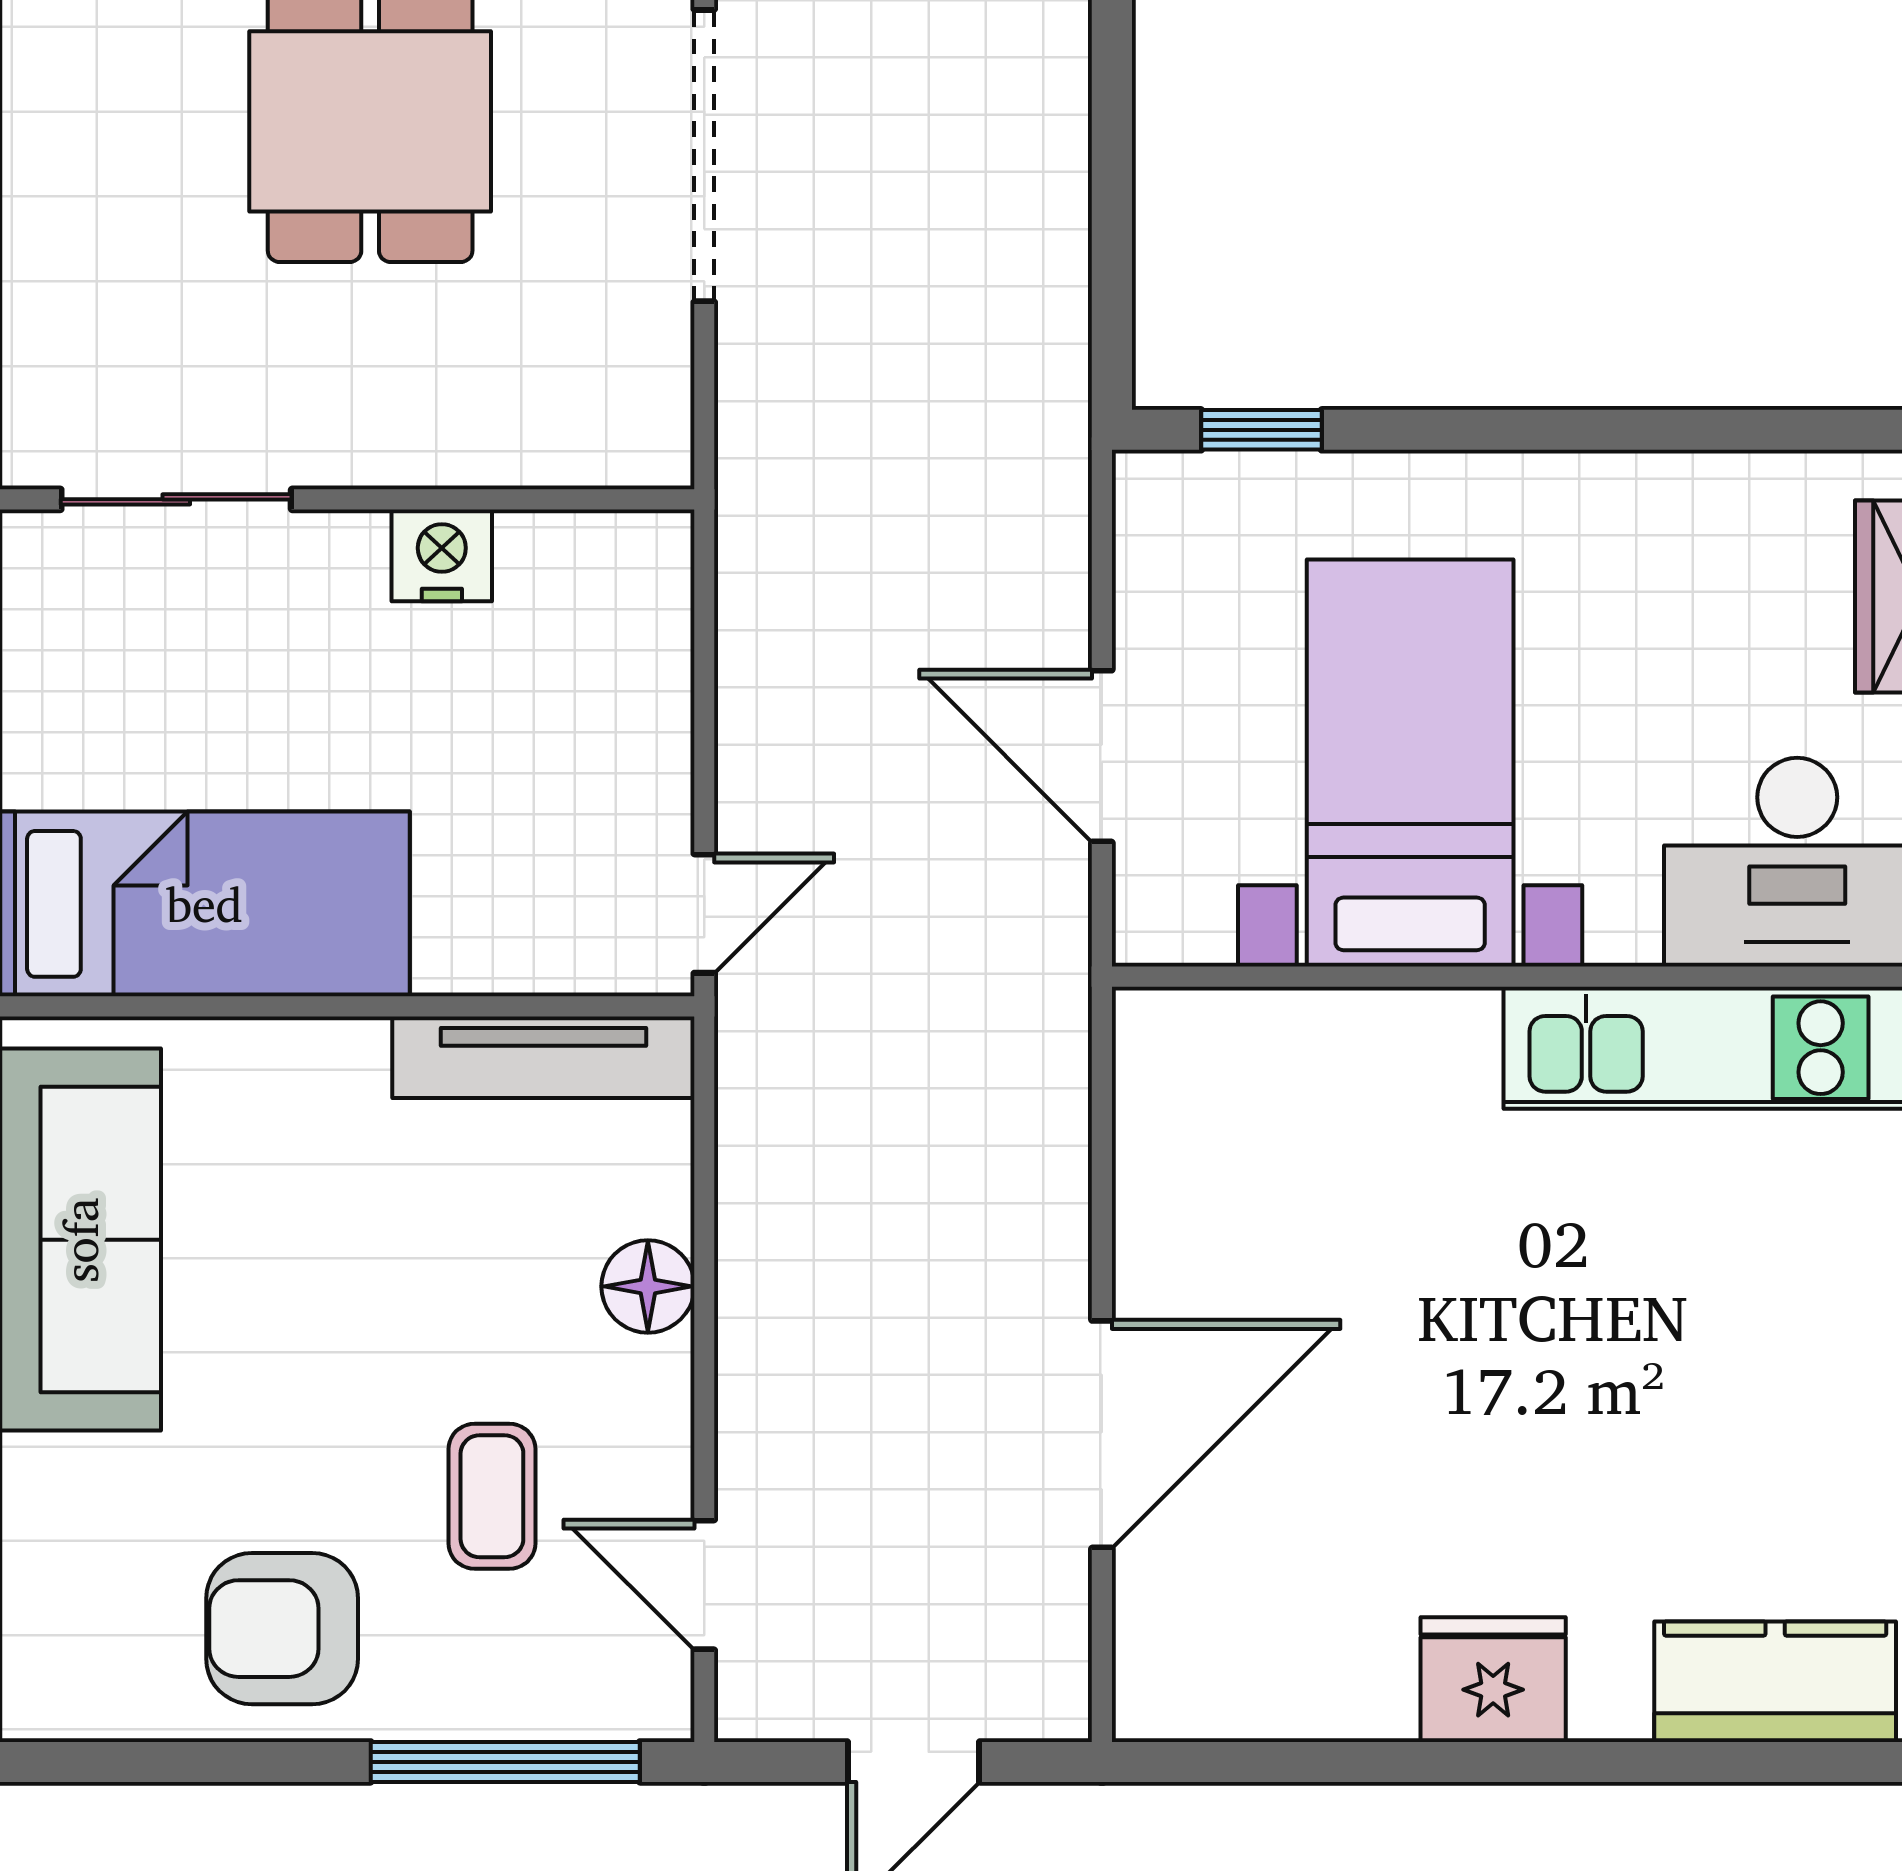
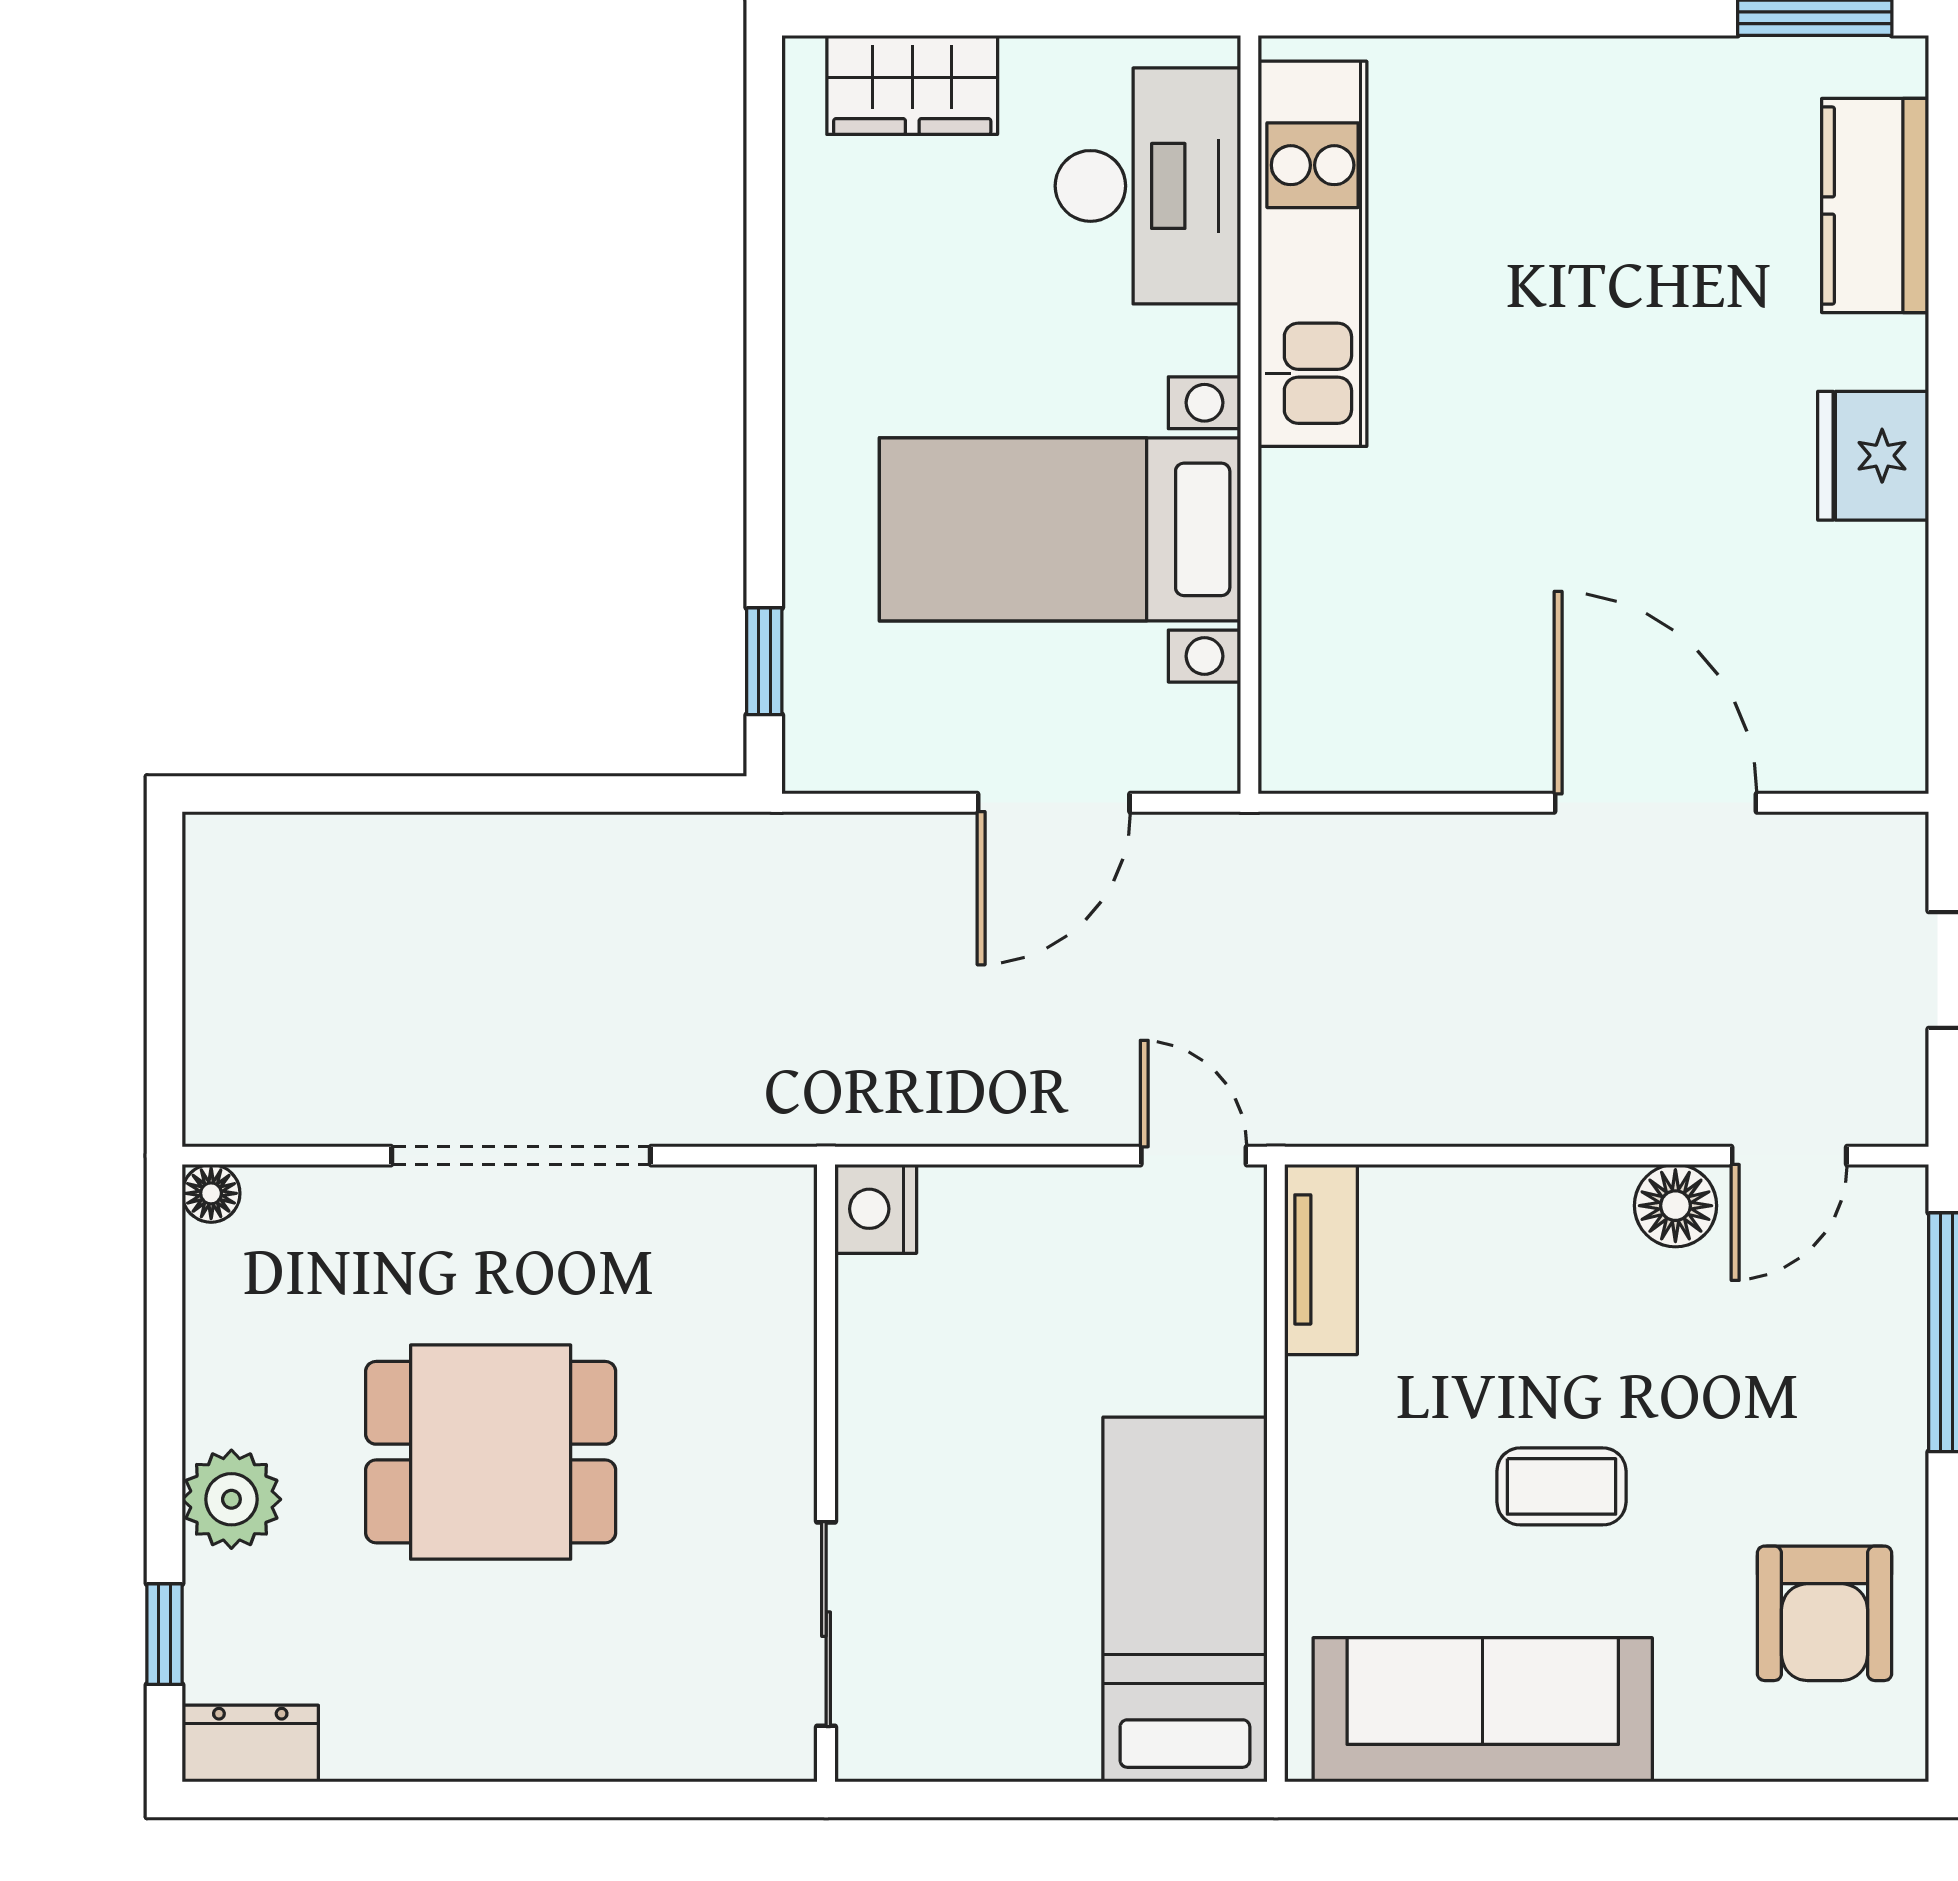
nightstand: (442, 555) -> (876, 1209), moved
tv unit: (543, 1057) -> (1321, 1259), width x0.71
floor lamp: (648, 1286) -> (1675, 1206), moved
coffee table: (492, 1496) -> (1561, 1486), moved
armchair: (282, 1629) -> (1825, 1613), moved

